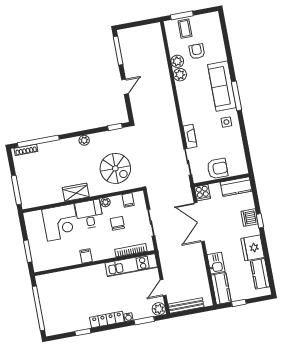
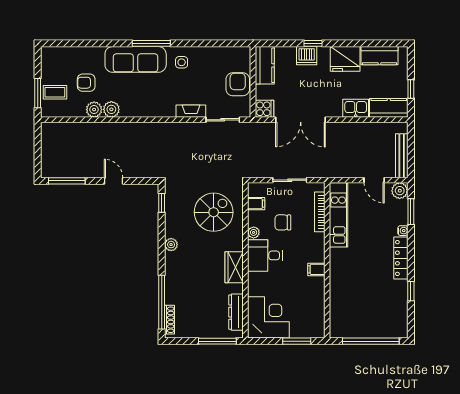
dresser: (41, 200) -> (236, 312), added
corner desk: (61, 222) -> (268, 317), moved

